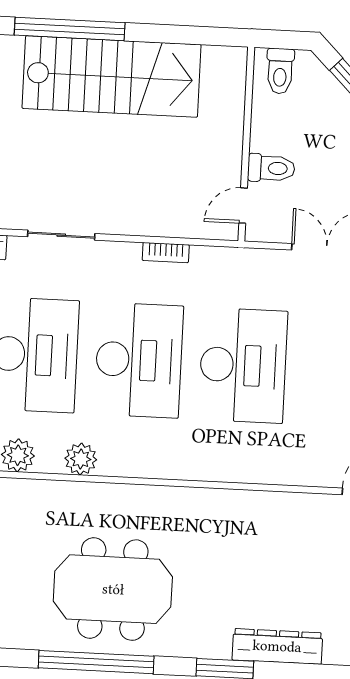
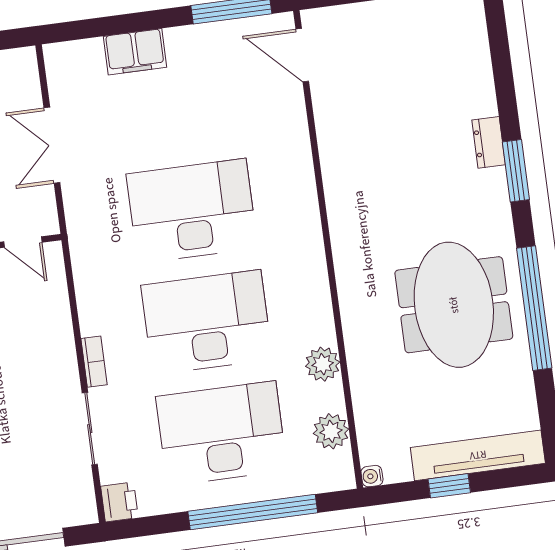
bookcase: (166, 253) -> (94, 362), moved
dresser: (277, 646) -> (489, 142), width x0.51, depth x0.80

